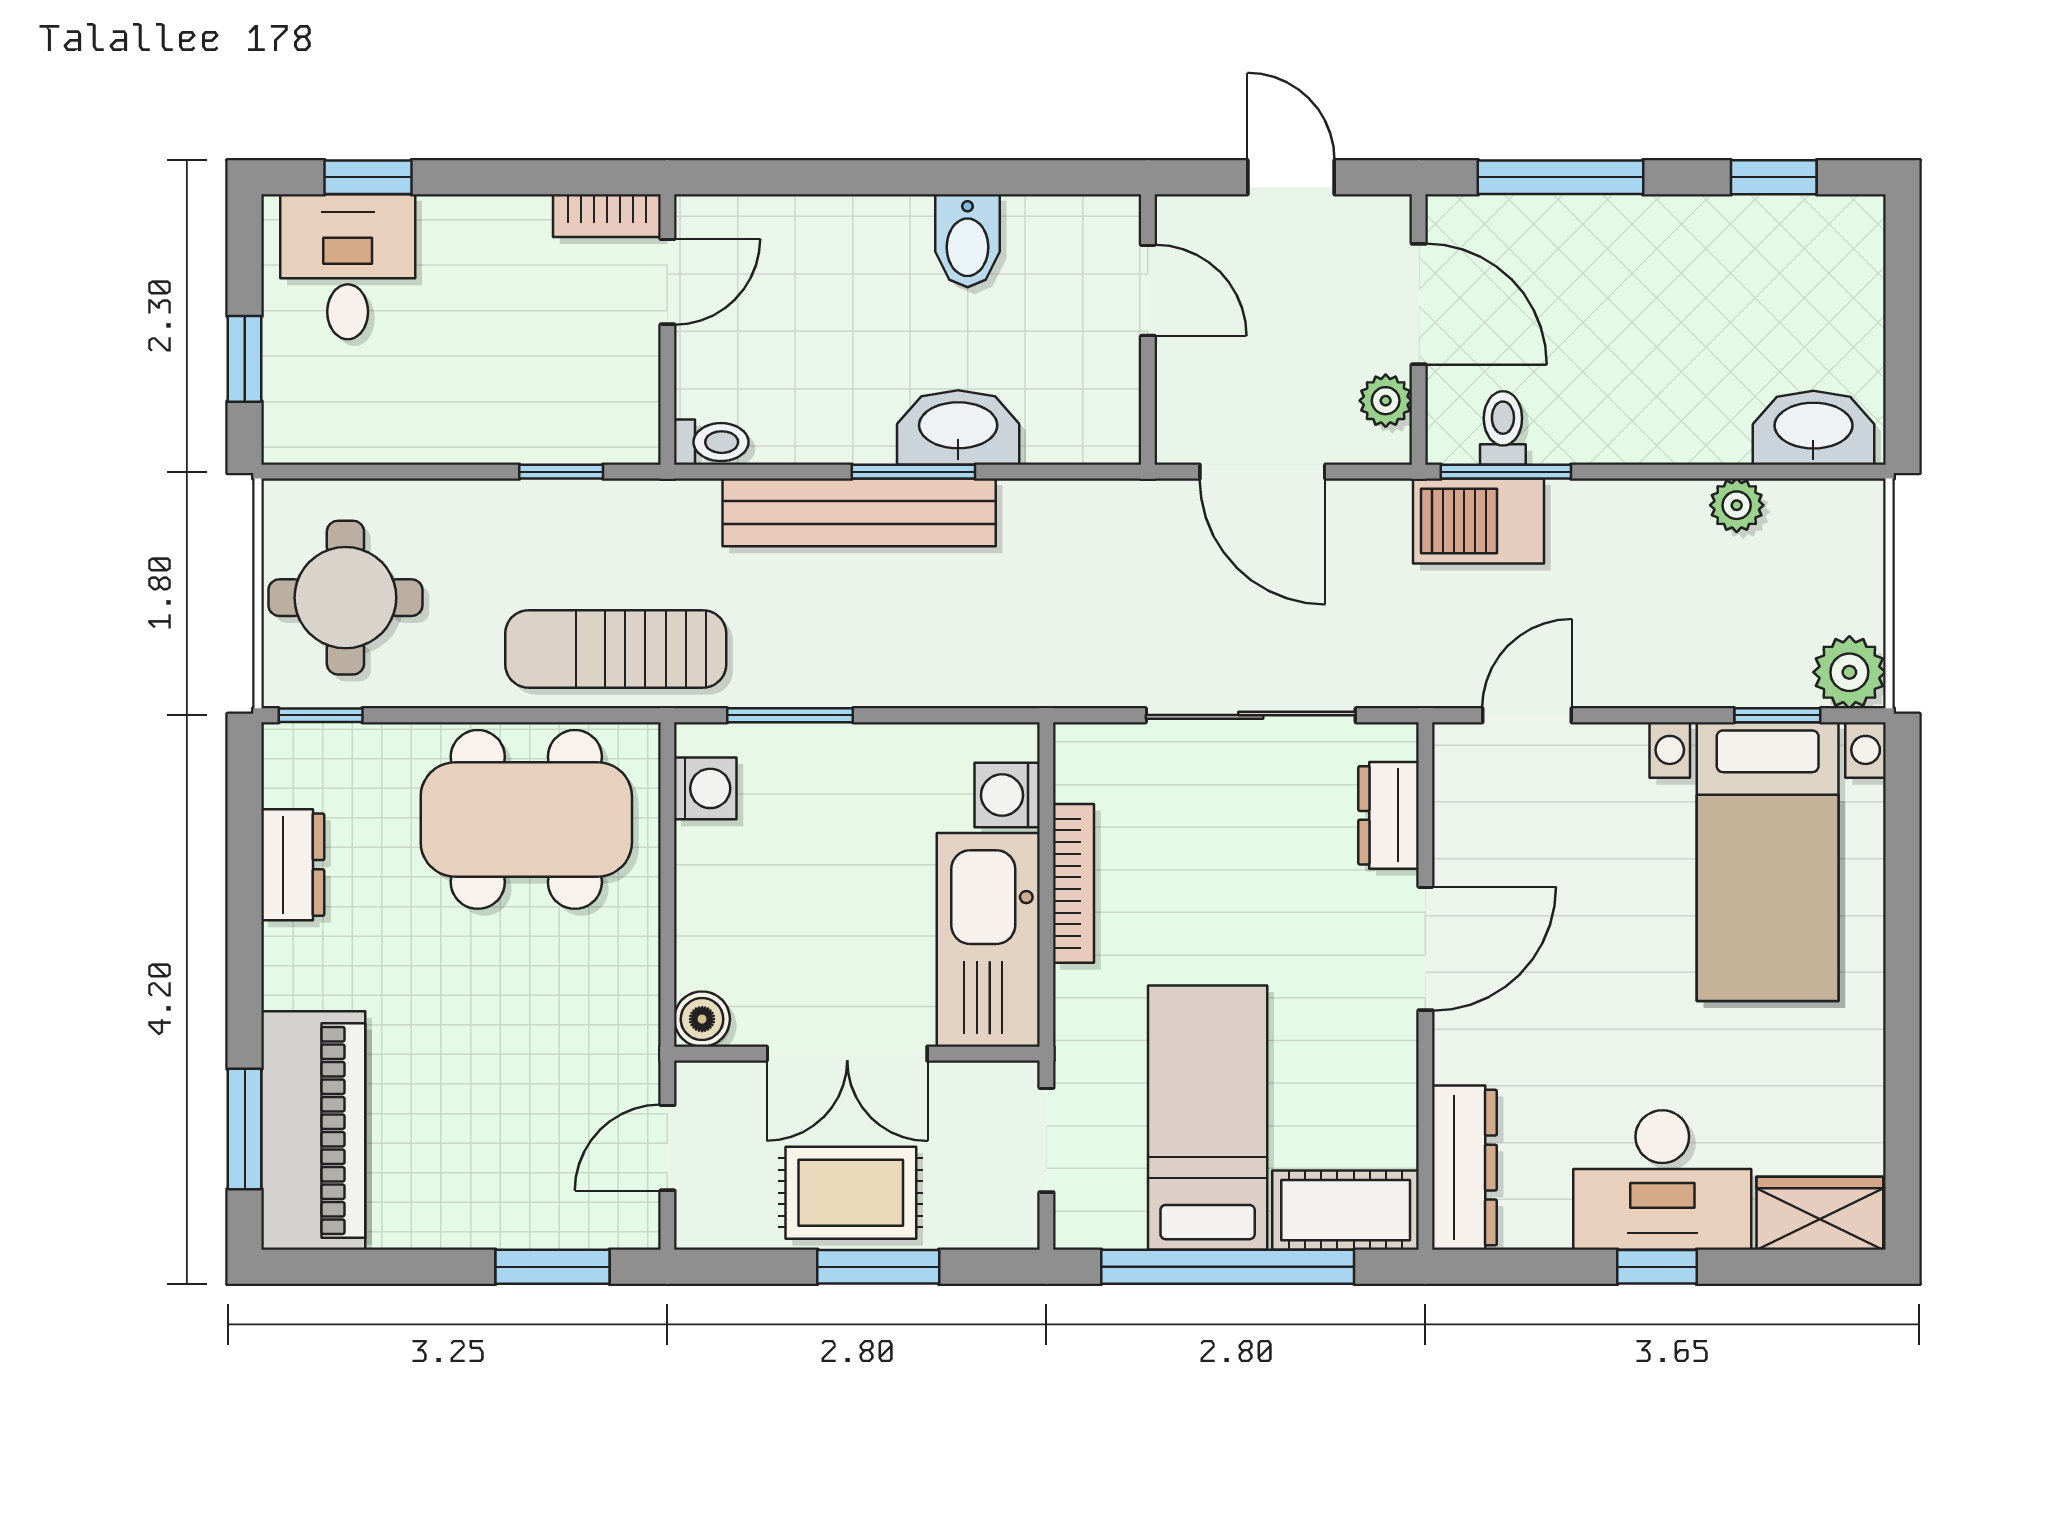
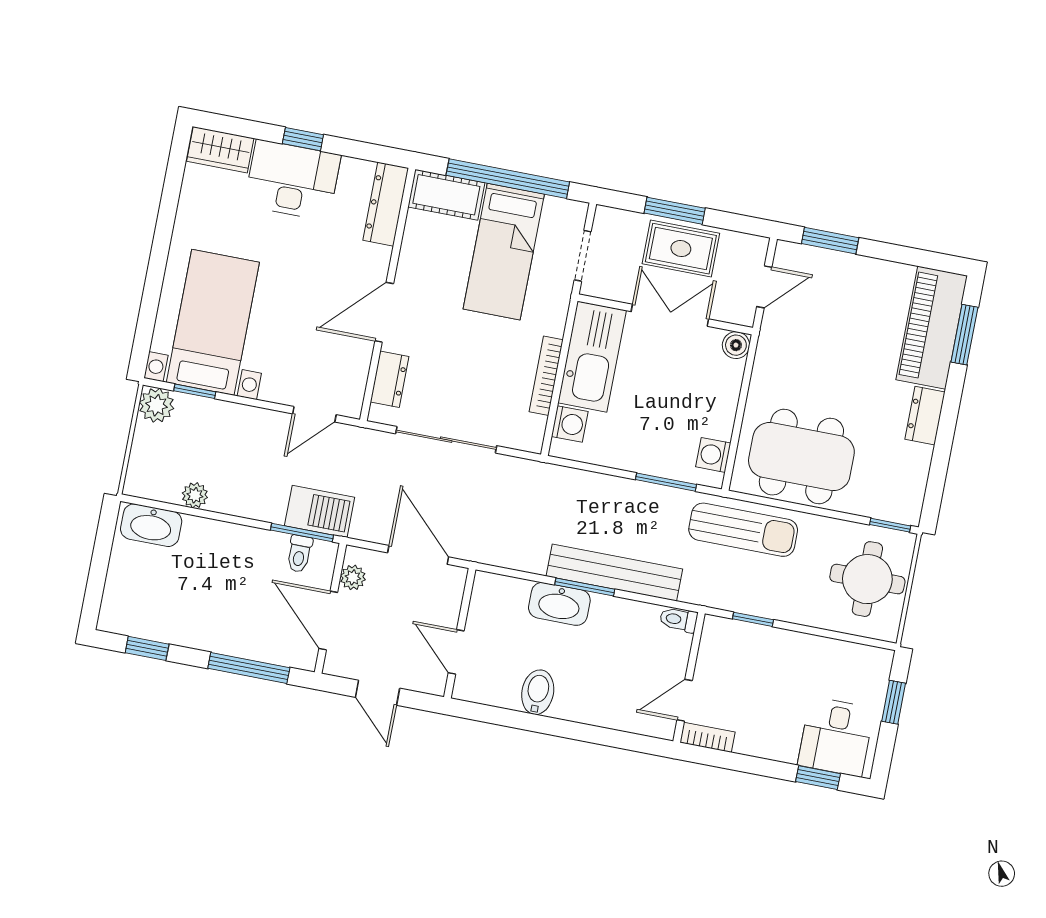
dresser: (293, 865) -> (925, 416), moved

